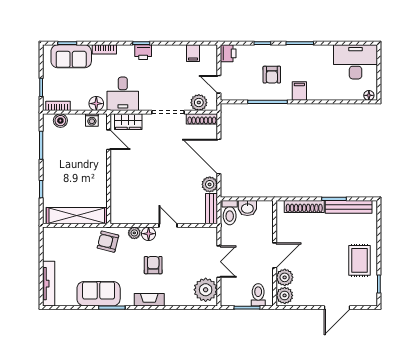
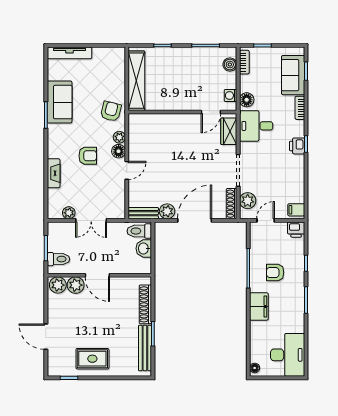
filing cabinet: (193, 53) -> (296, 210), moved
filing cabinet: (299, 91) -> (259, 306), width x2.00
plant: (206, 290) -> (69, 213), width x0.53, depth x0.53
fireplace: (149, 300) -> (54, 173), moved

